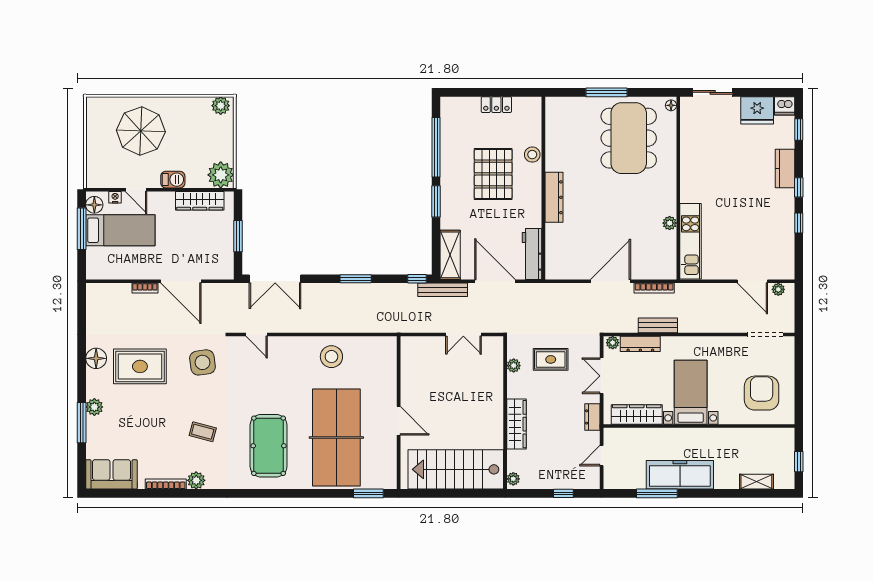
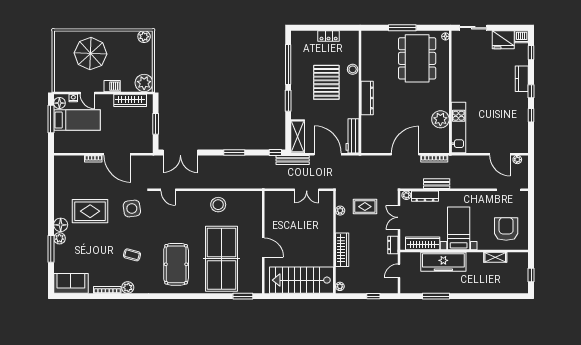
plant: (670, 223) -> (440, 119), width x1.88, depth x1.88
floor lamp: (96, 358) -> (61, 225), moved
freezer: (680, 475) -> (443, 262), moved, turned 180
shelving: (756, 482) -> (495, 257), moved

